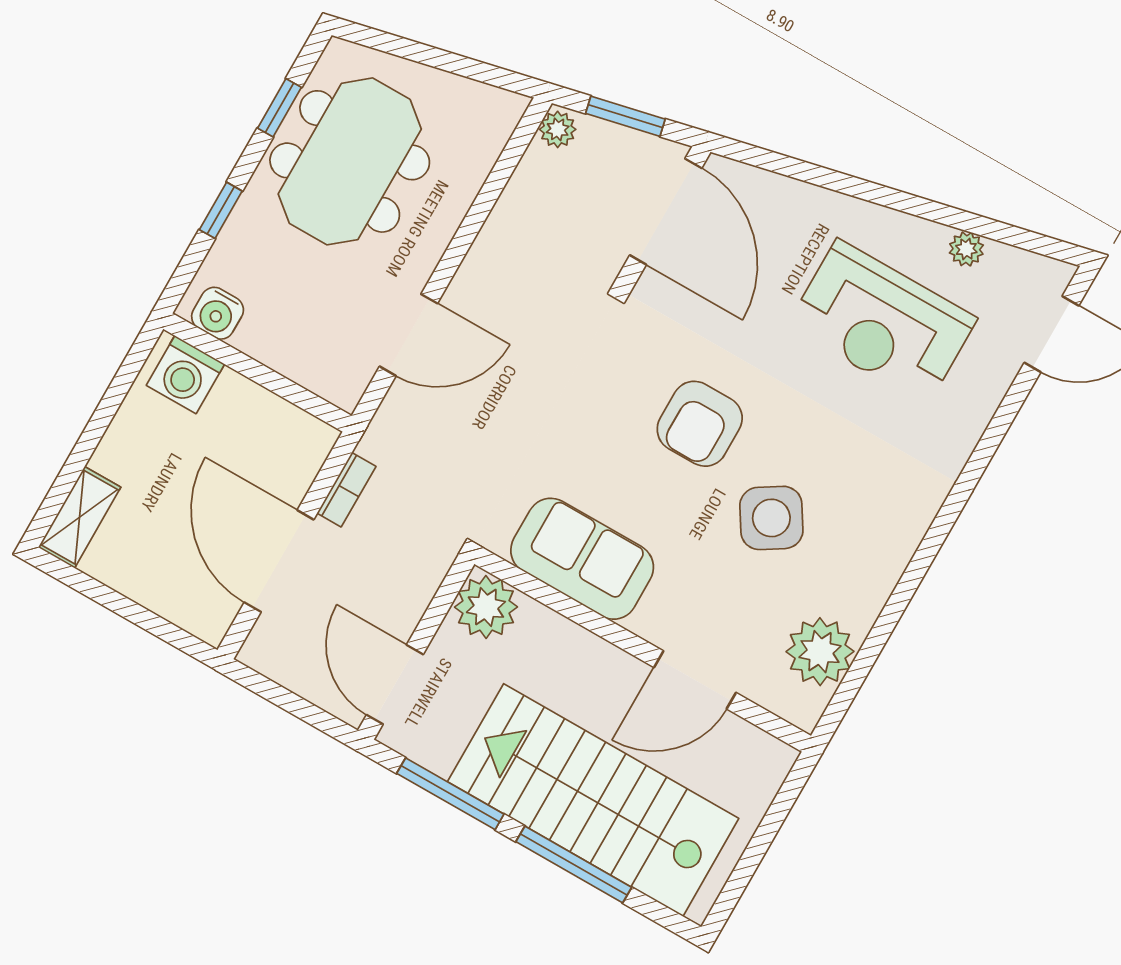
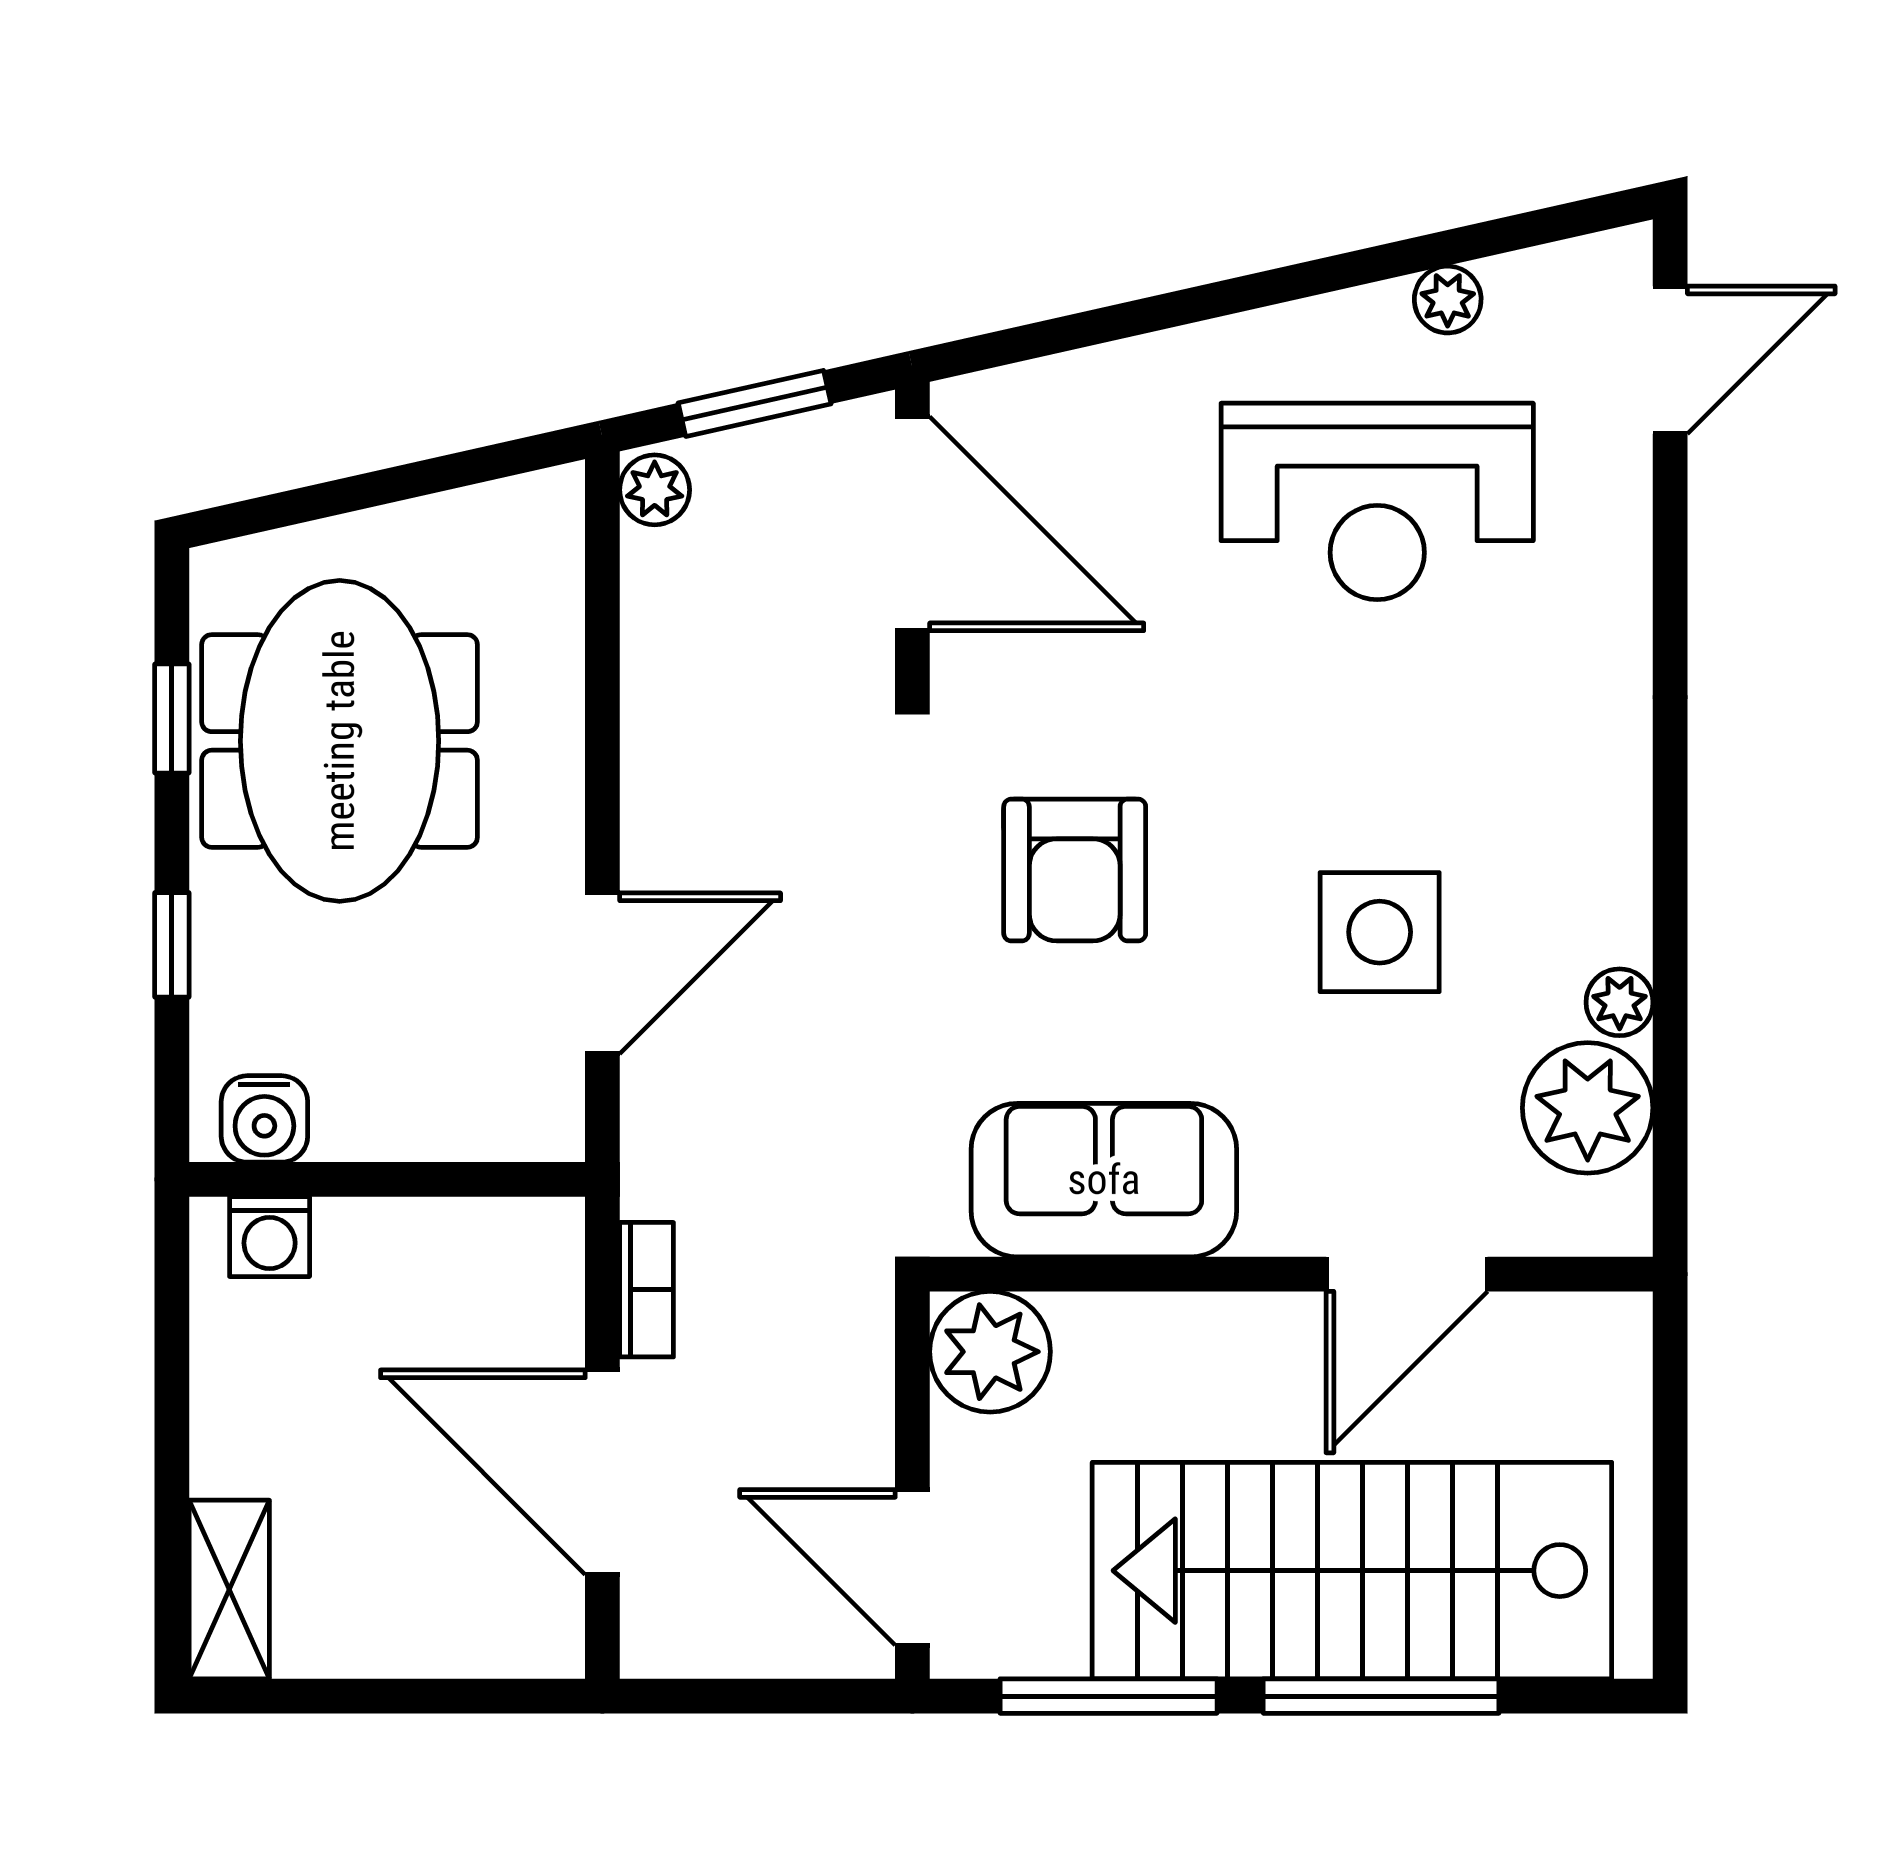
washing machine: (185, 375) -> (270, 1237), width x0.73, depth x0.73
armchair: (700, 424) -> (1075, 870), moved
side table: (771, 518) -> (1380, 932), turned 32
plant: (862, 612) -> (1620, 1002), added

